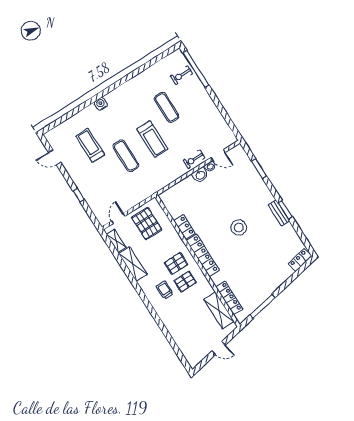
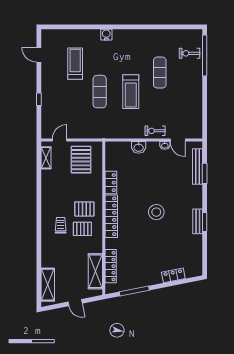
bench: (249, 167) -> (197, 167), added
washbasin: (200, 175) -> (139, 147), moved
locker: (300, 260) -> (173, 275), moved
shelving: (133, 264) -> (48, 285), moved

